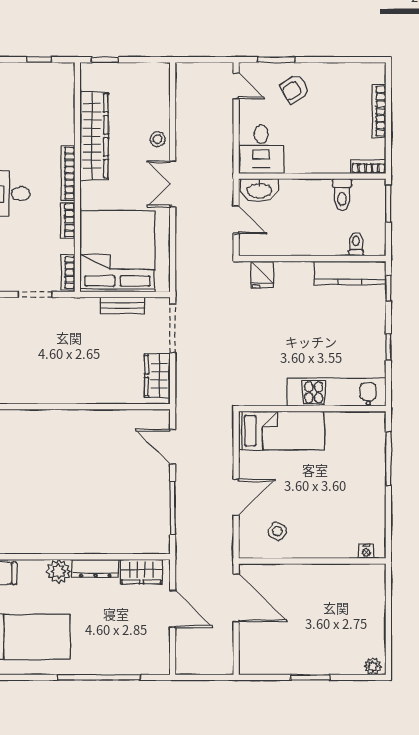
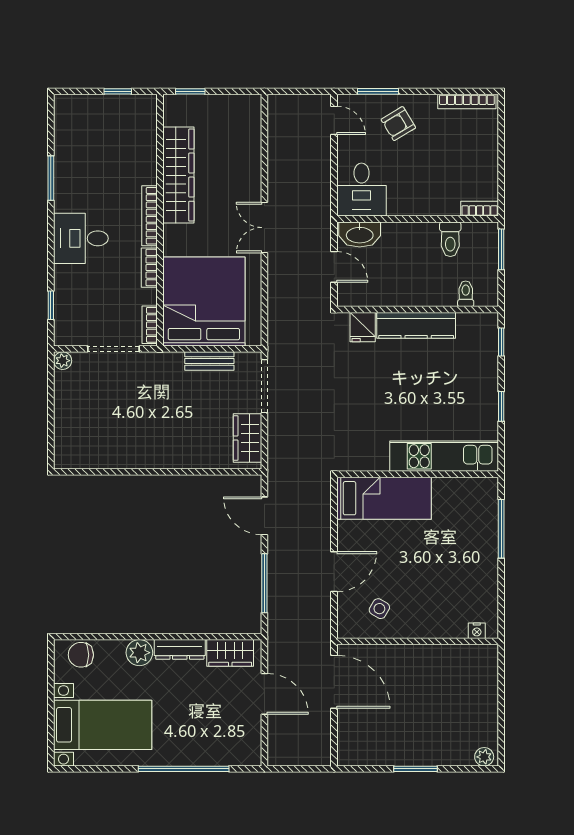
bookcase: (379, 111) -> (467, 102), moved, turned -90
stool: (158, 139) -> (248, 179), removed
kitchen counter: (350, 273) -> (416, 325), moved
doorway: (35, 294) -> (114, 349), width x1.38

